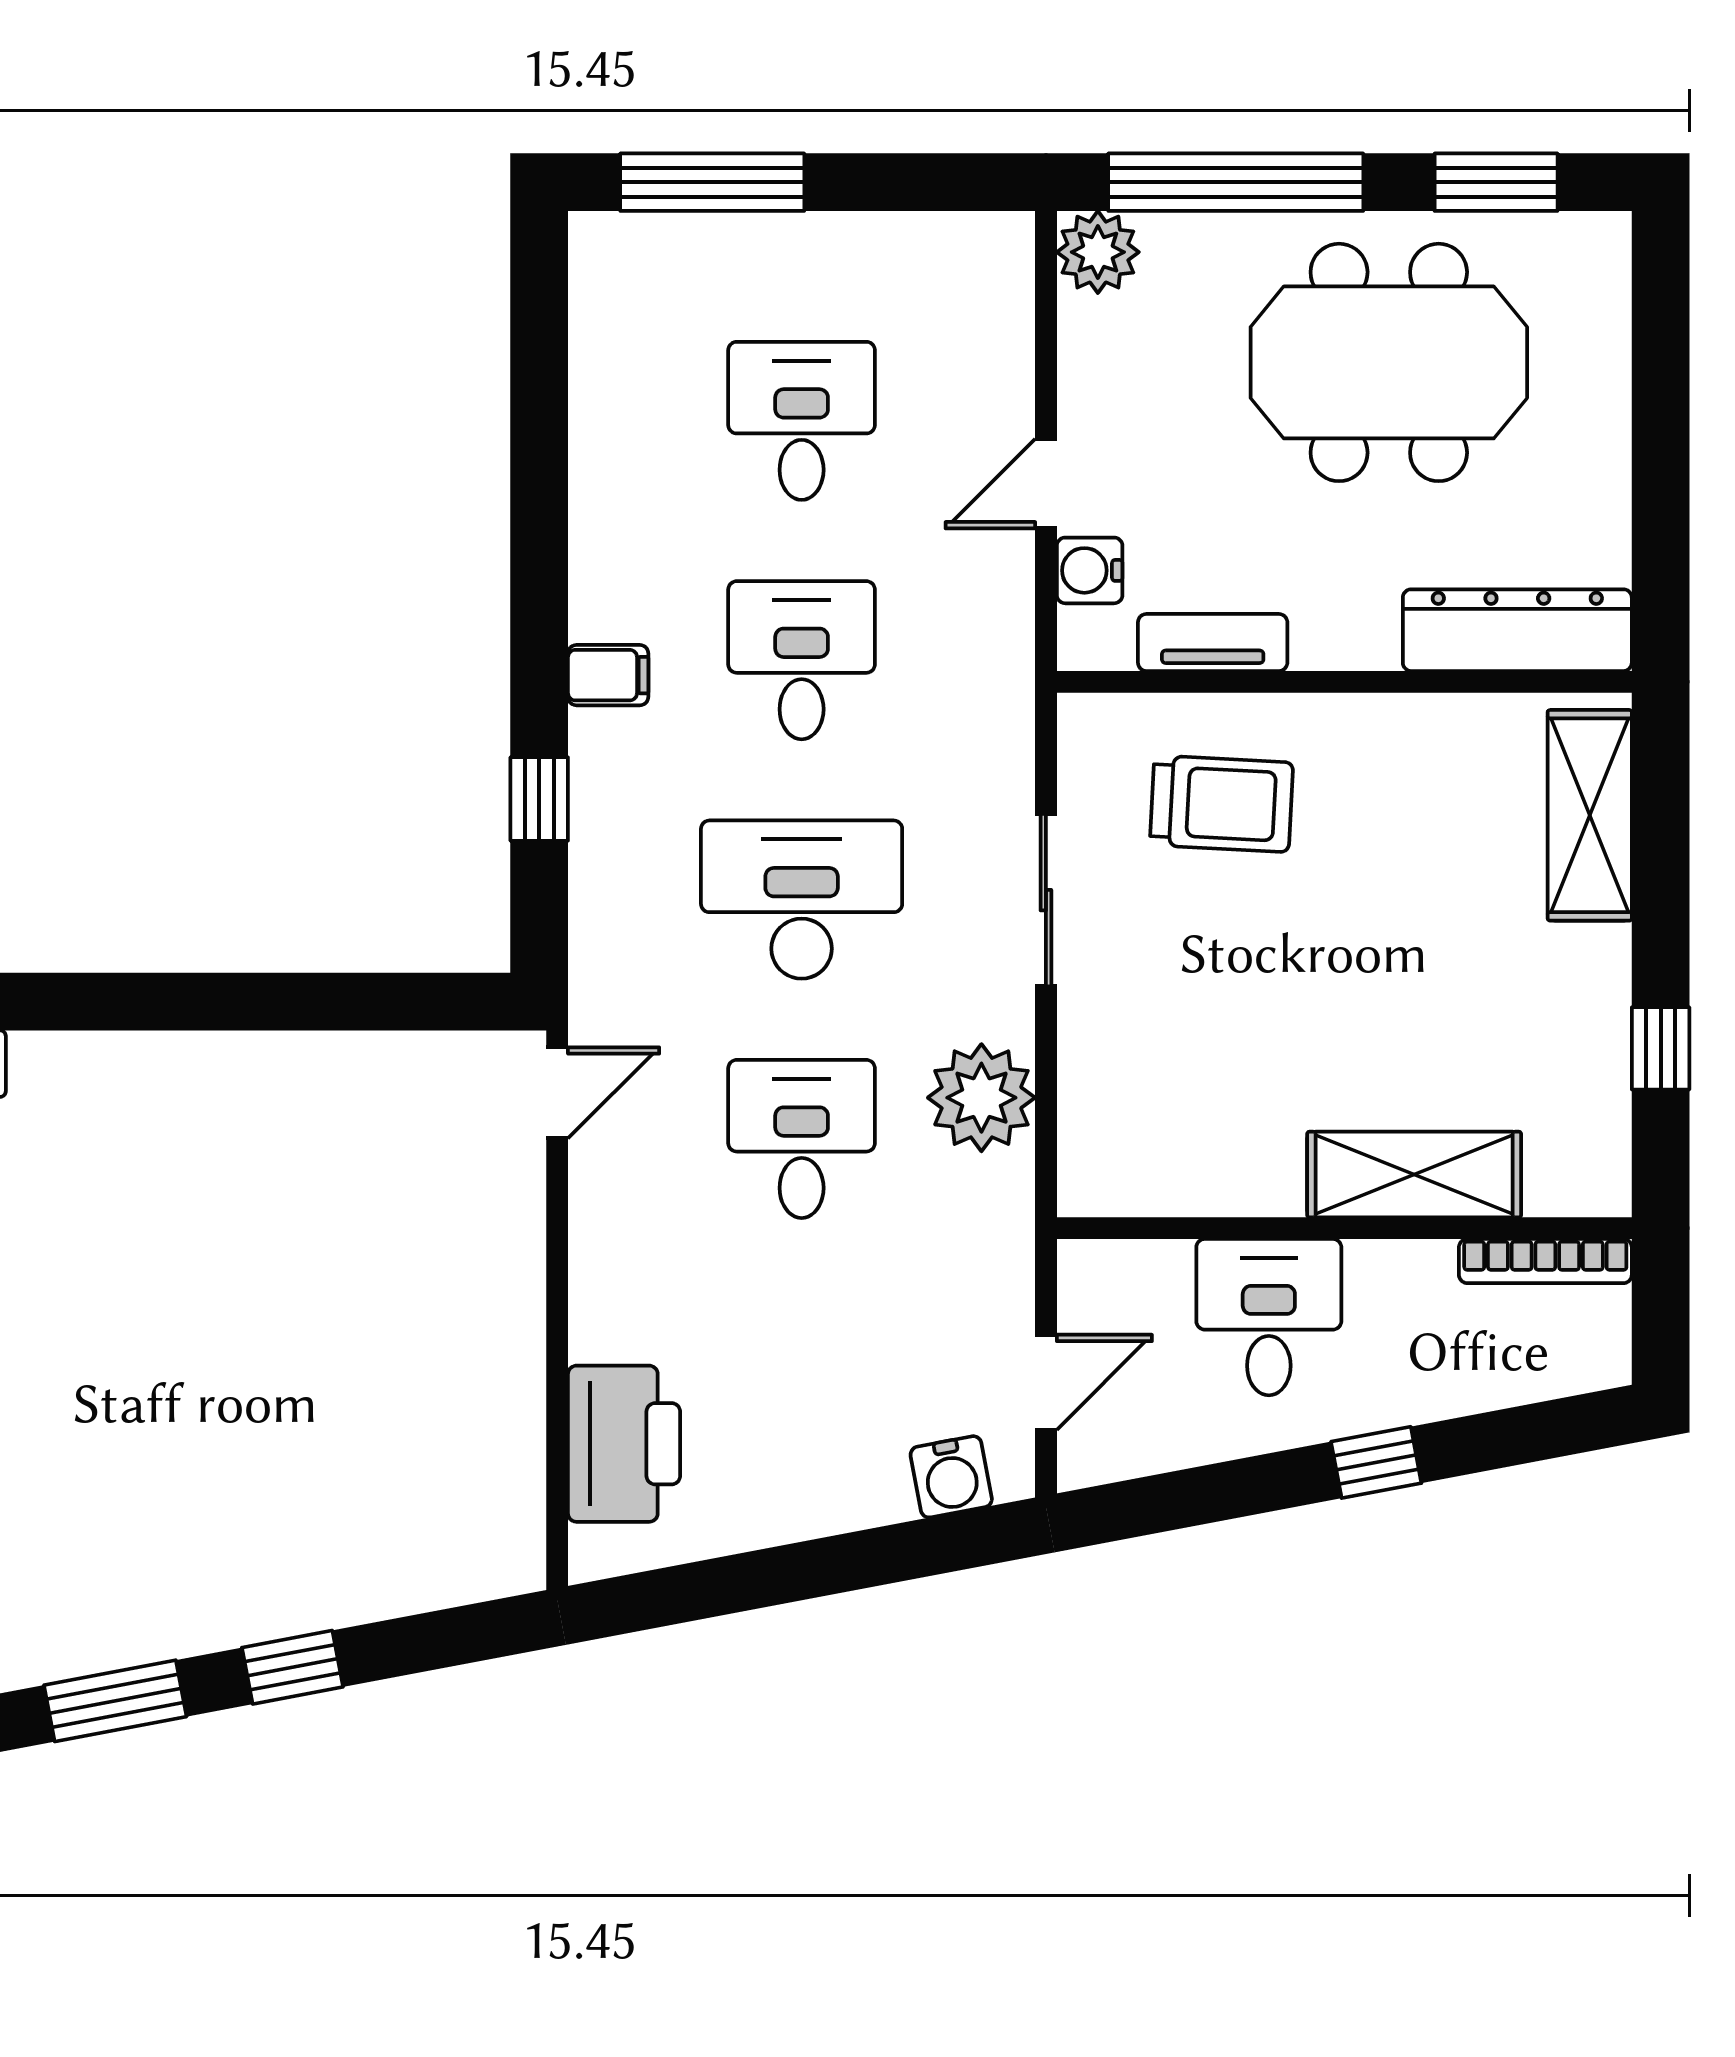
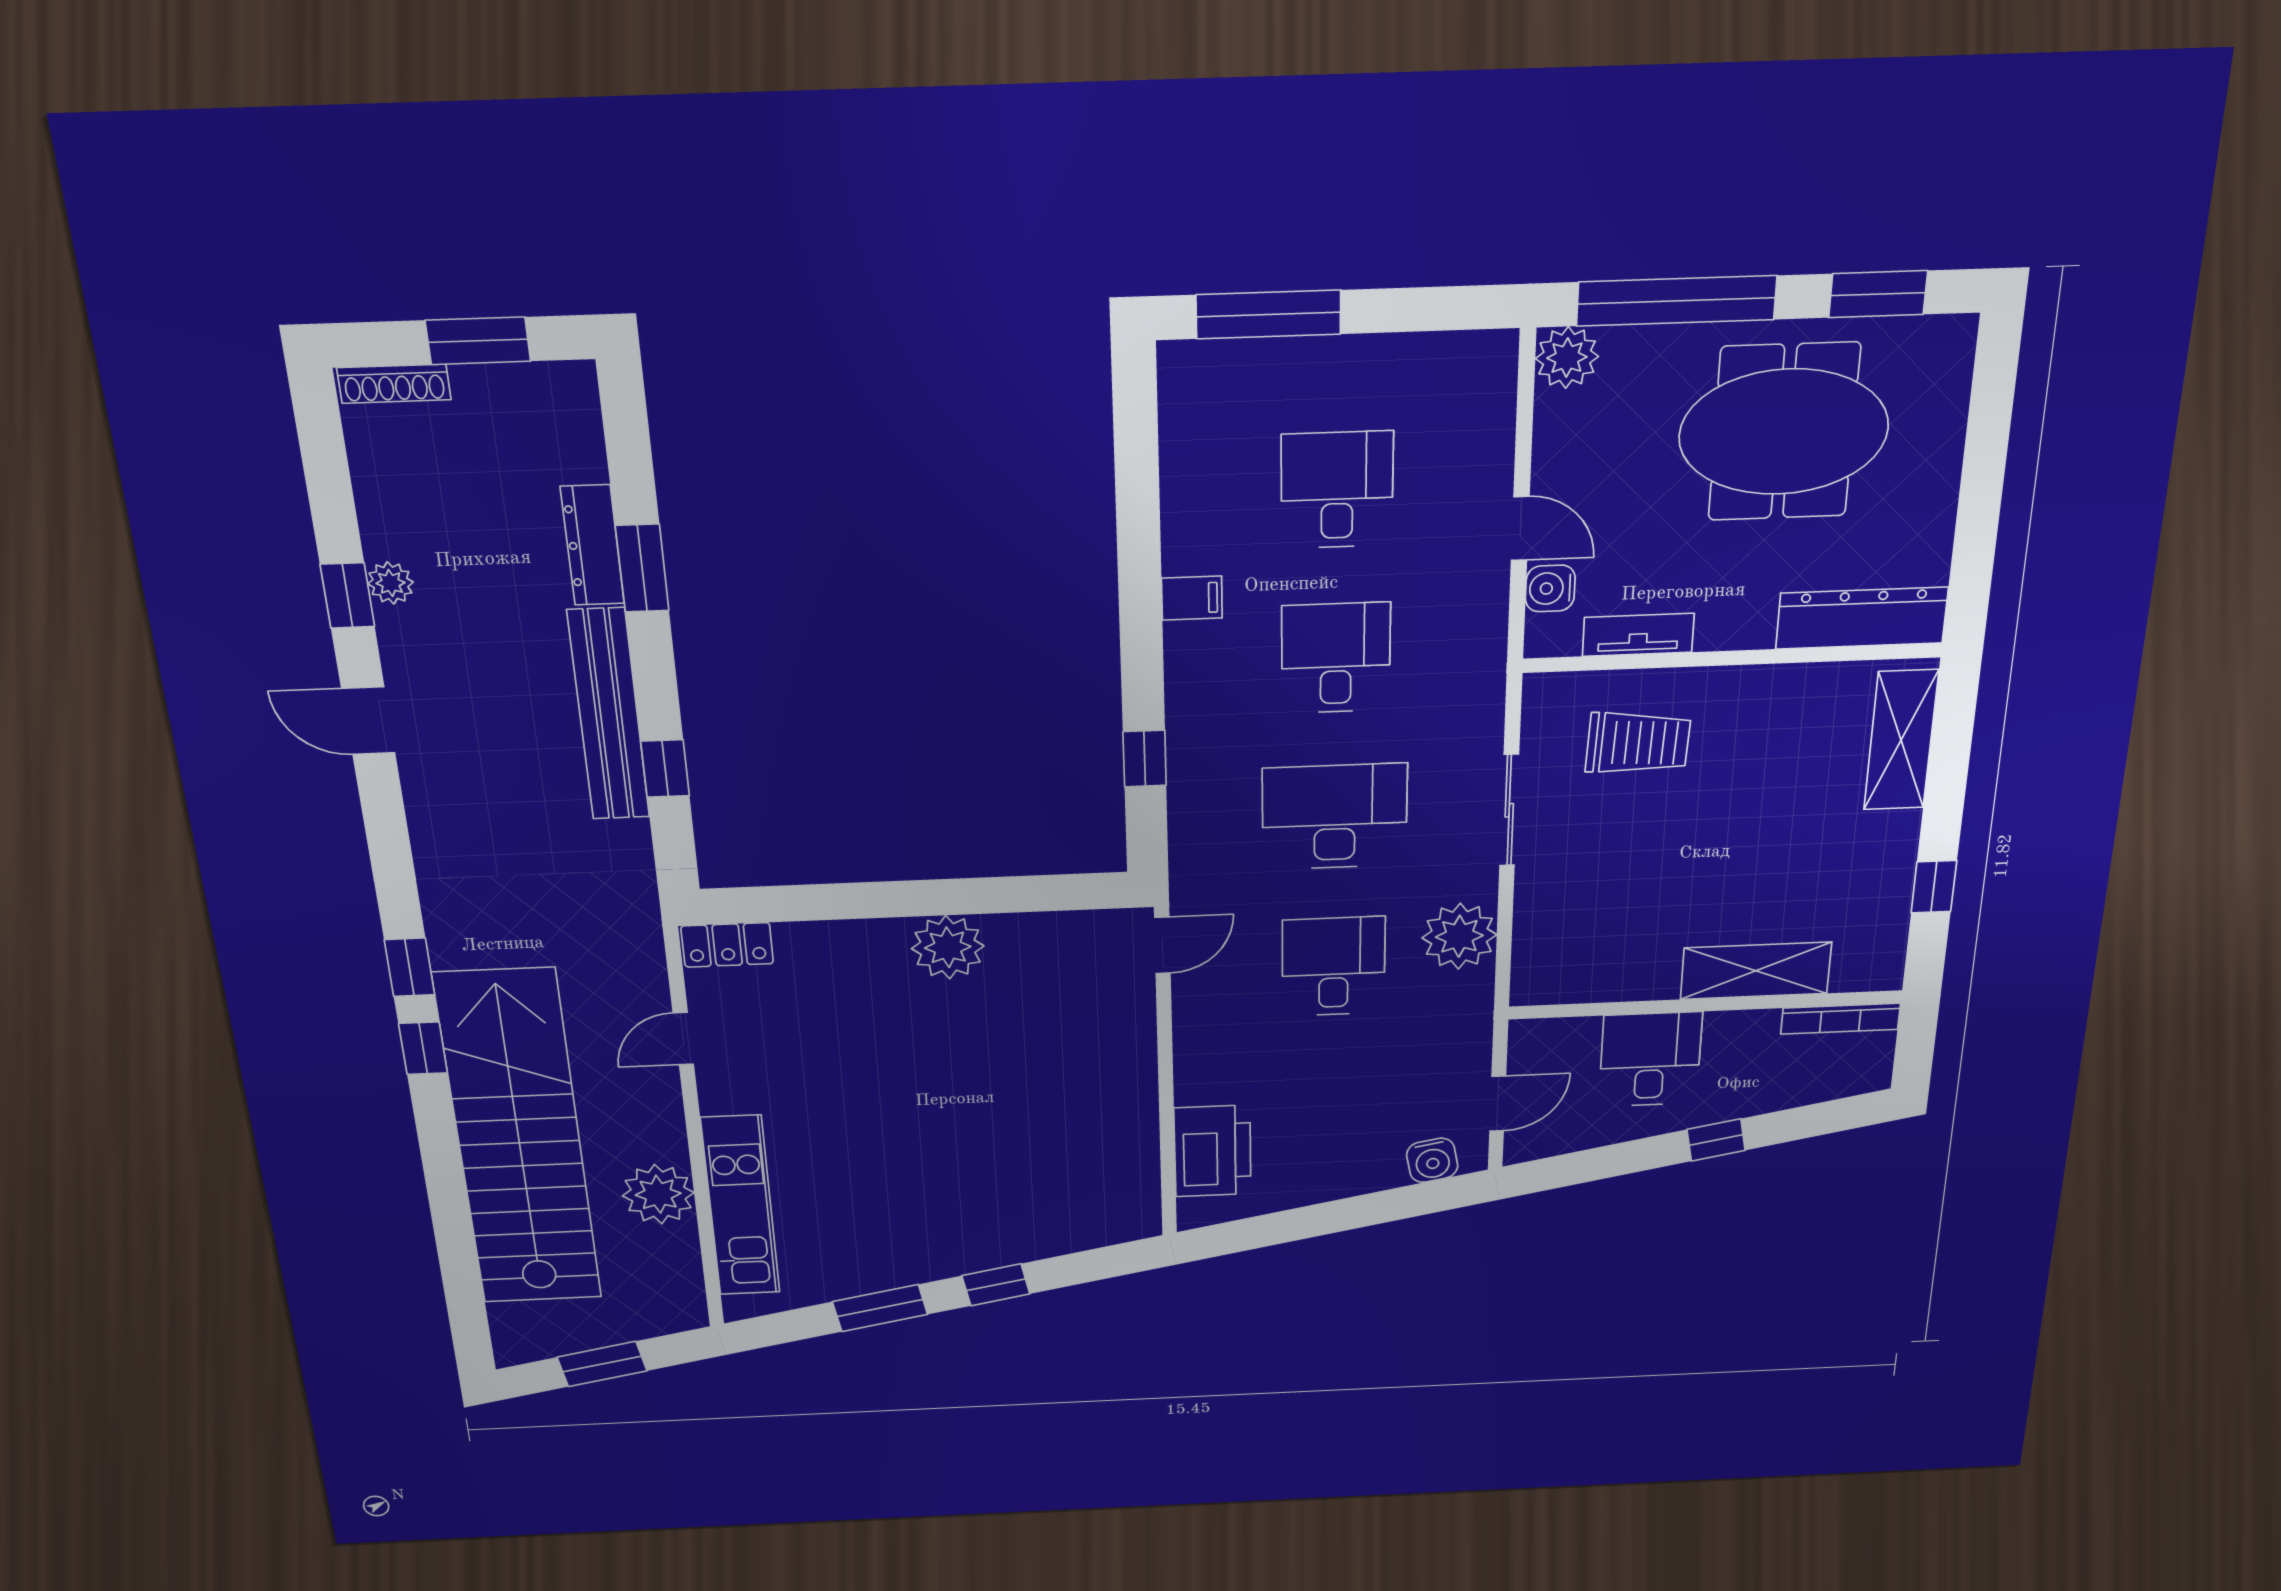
door: (1046, 484) -> (1520, 529), swing flipped
filing cabinet: (608, 675) -> (1192, 598), moved
plant: (253, 1082) -> (948, 947), added

